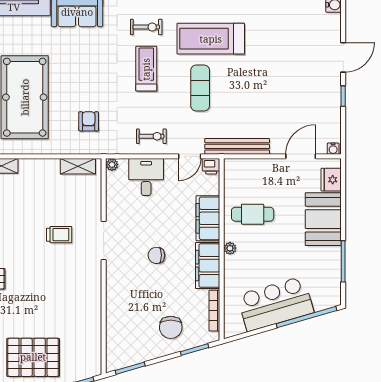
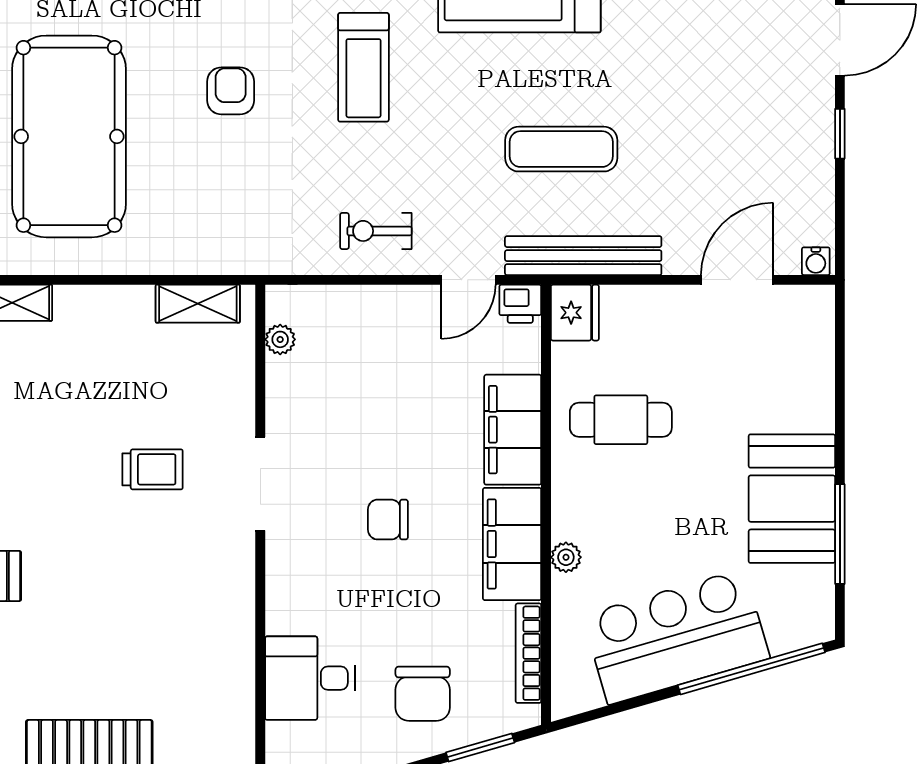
treadmill: (146, 69) -> (363, 67), turned 180
exercise mat: (200, 88) -> (561, 149), moved, turned 90
armchair: (89, 121) -> (231, 91), moved
exercise bike: (151, 136) -> (376, 231), turned 180
plant: (112, 165) -> (280, 339), moved
desk: (146, 177) -> (310, 678), moved, turned -90
fridge: (331, 180) -> (575, 313), moved, turned 180
booth: (323, 219) -> (792, 499), moved
plant: (230, 248) -> (566, 557), moved

